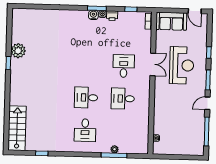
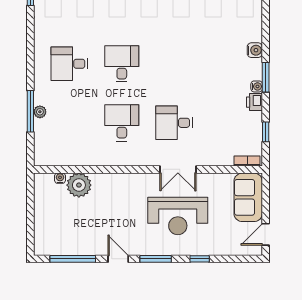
water cooler: (93, 15) -> (255, 50), moved
desk: (124, 66) -> (174, 123), turned 180
plant: (161, 126) -> (79, 185), added

